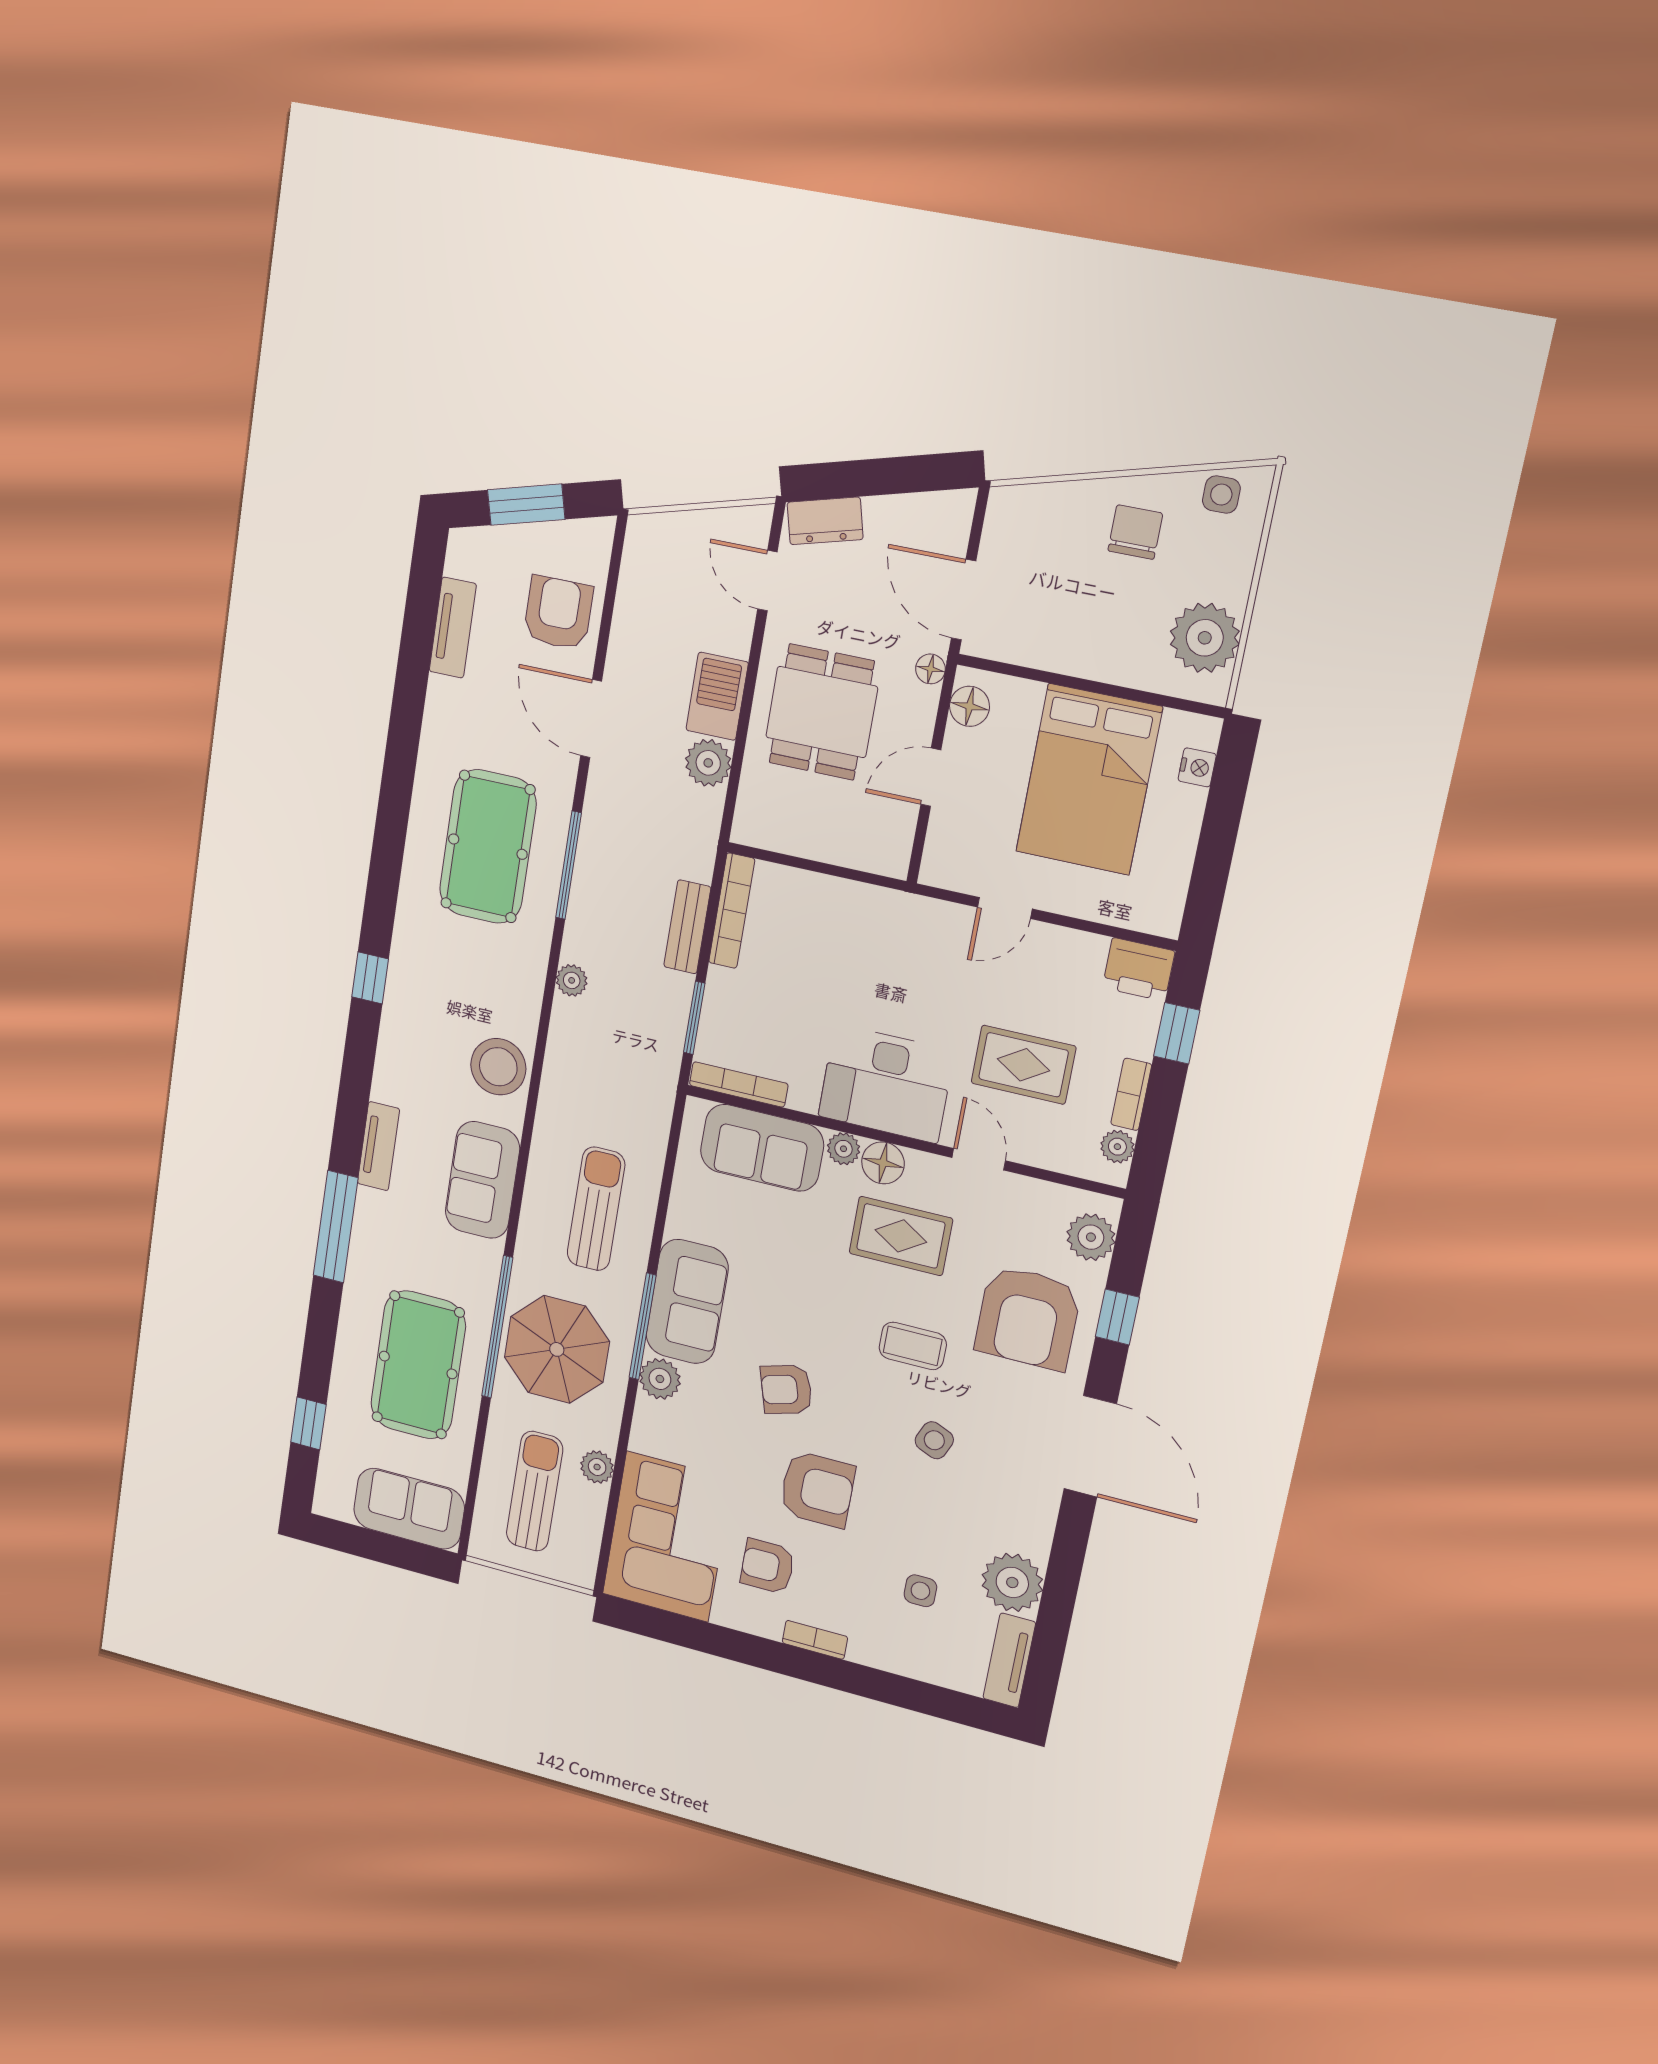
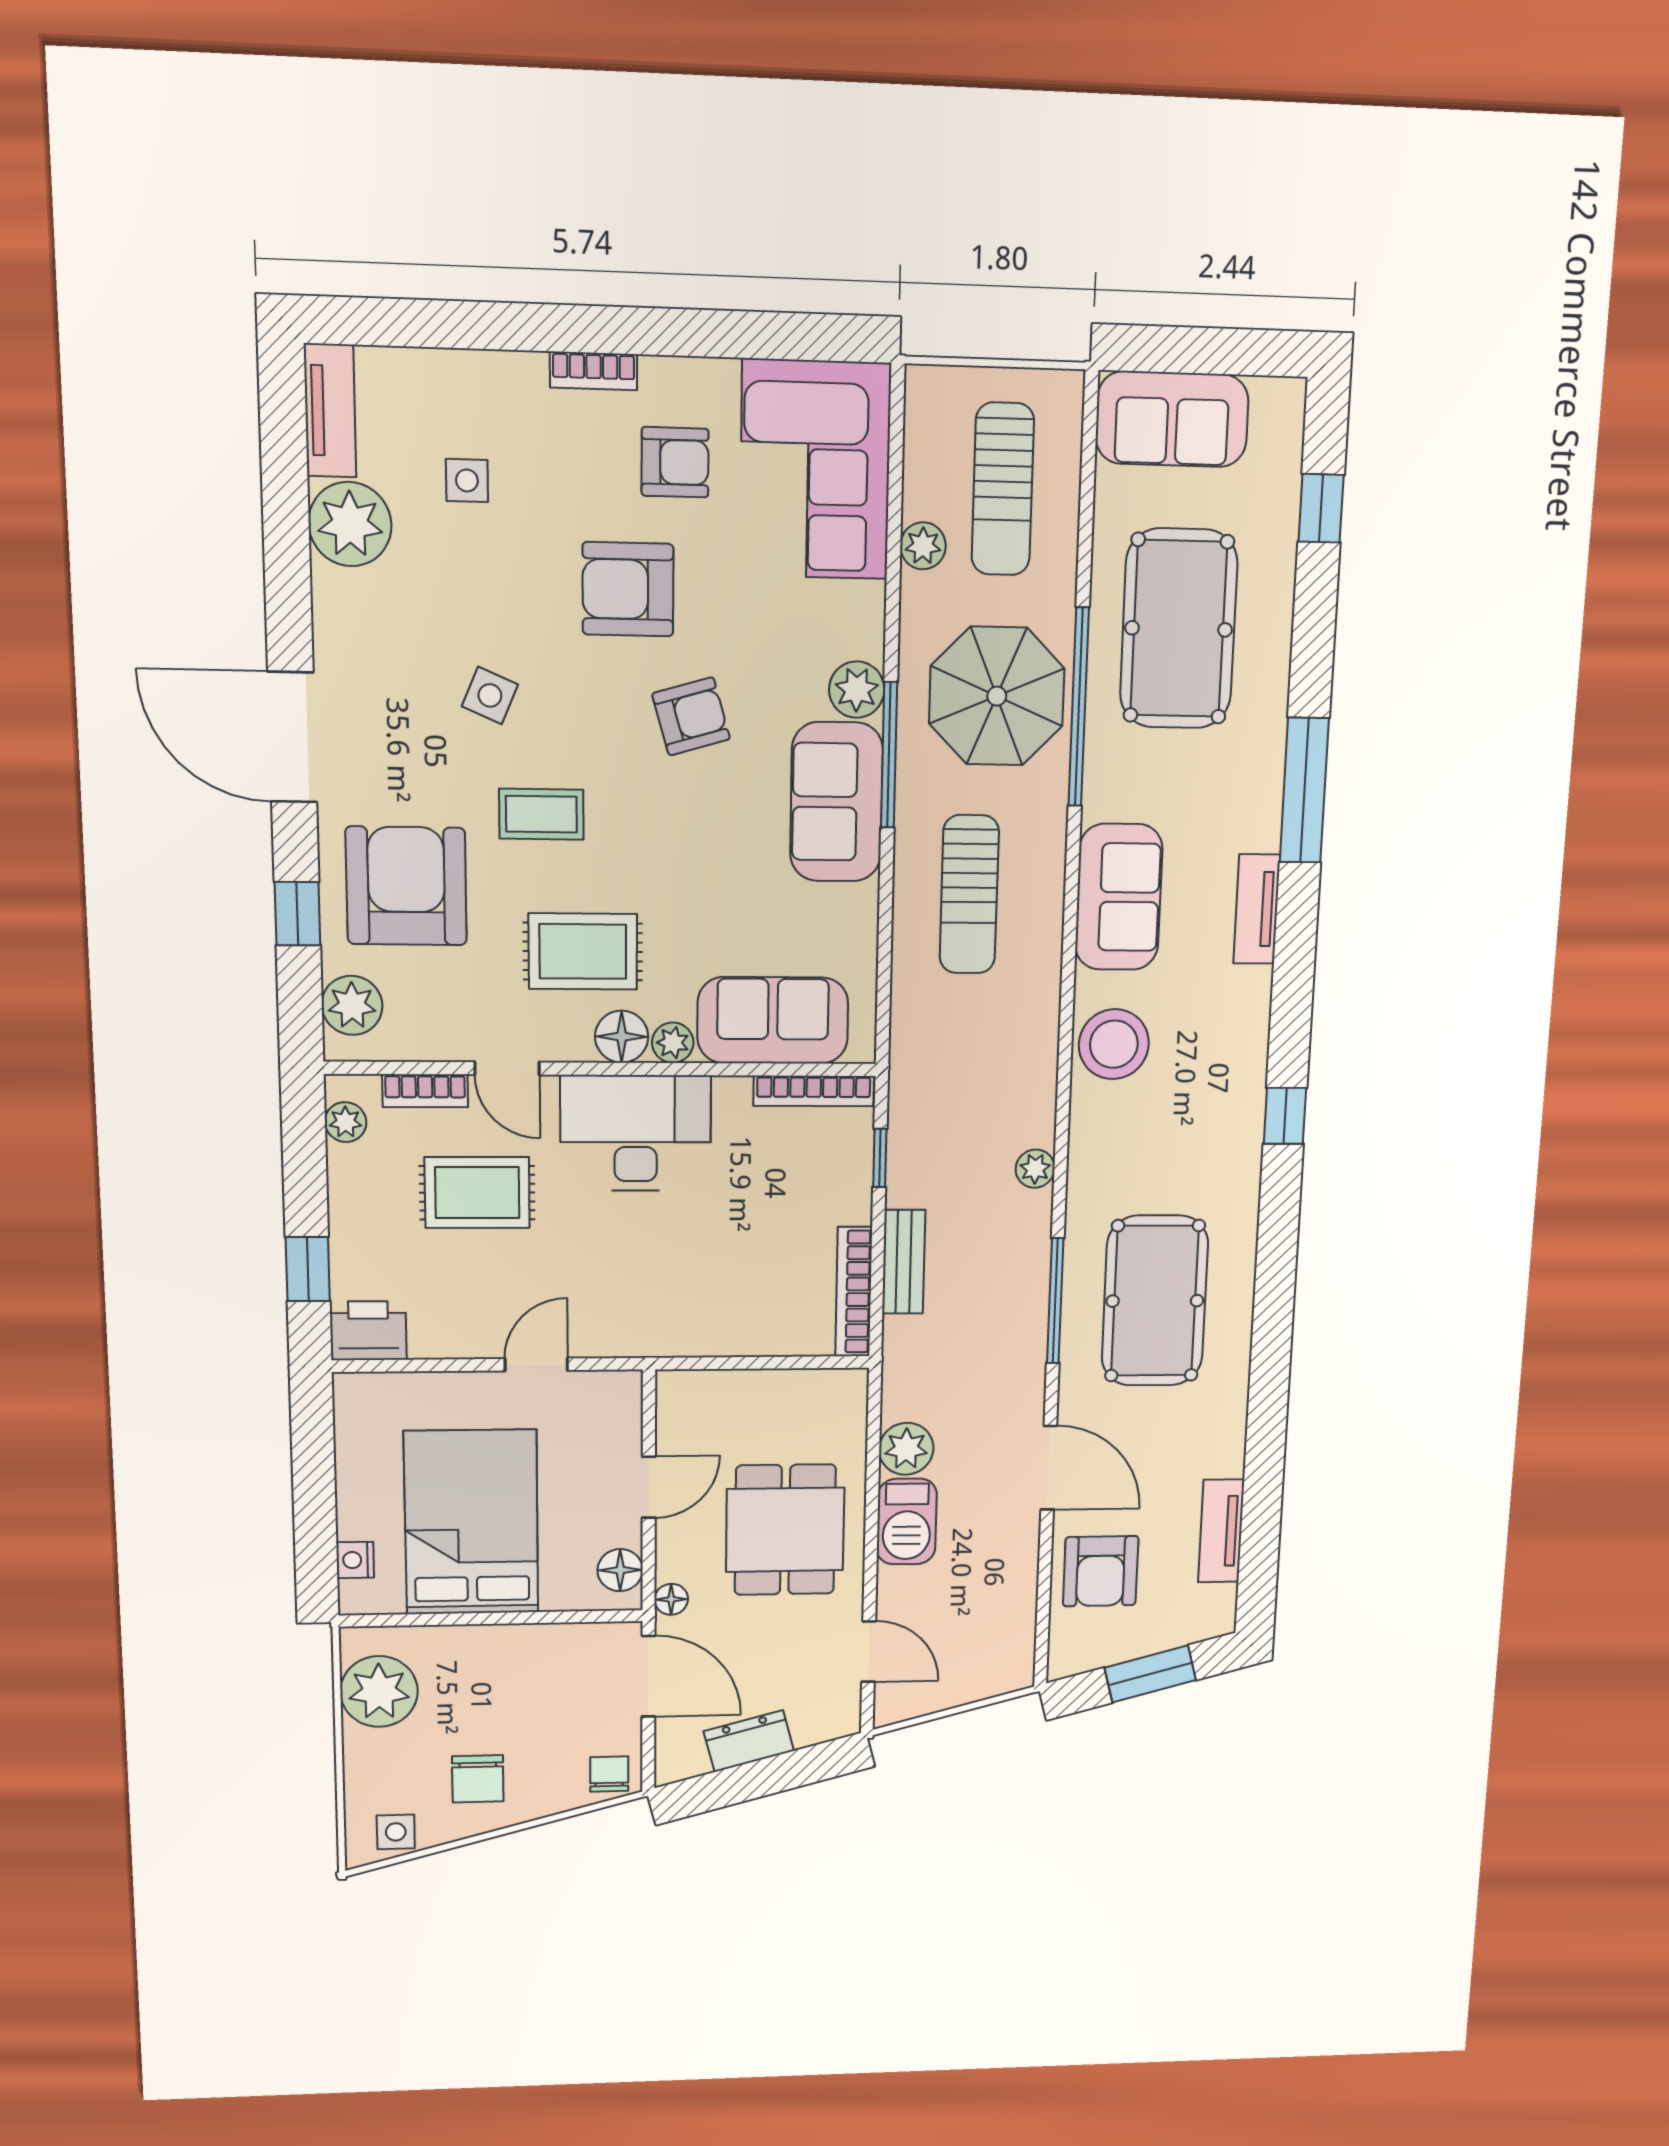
chair: (1016, 511) -> (609, 1774), added
dresser: (825, 521) -> (749, 1741), moved
window: (694, 1018) -> (880, 1158), width x0.67
bookcase: (1131, 1094) -> (425, 1091), moved, turned 90

